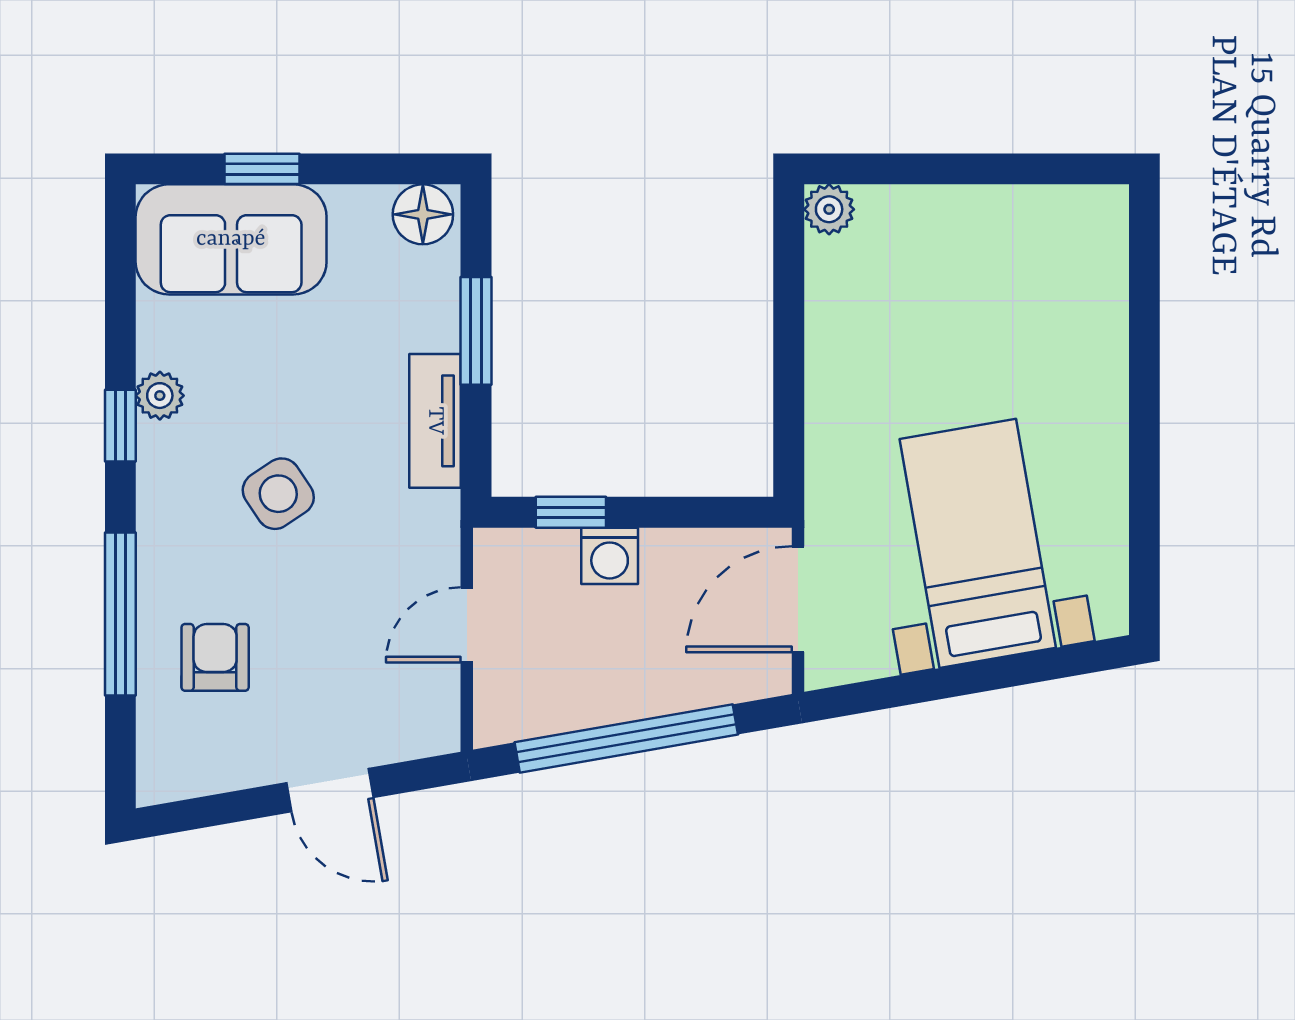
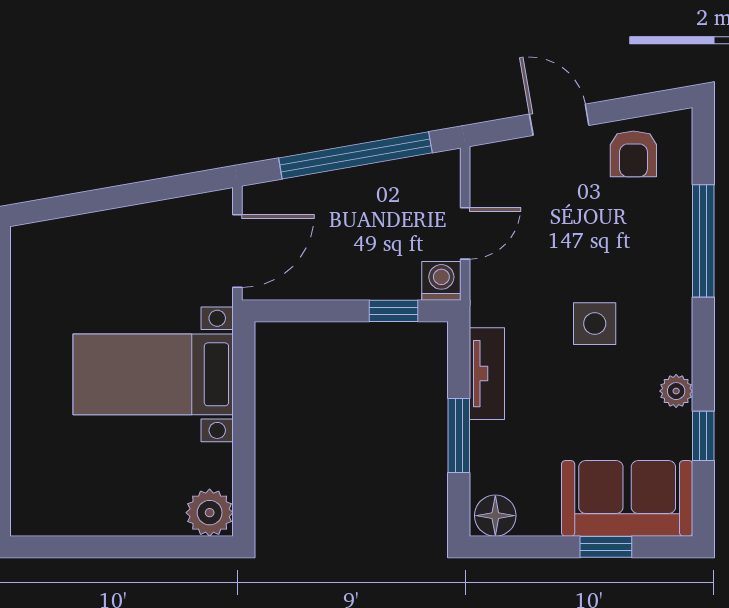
plant: (829, 209) -> (210, 513), width x1.38, depth x1.38
window: (120, 426) -> (703, 436), moved
side table: (278, 494) -> (595, 324), turned 34
bed with nightstands: (978, 543) -> (153, 374), moved, turned 100
washing machine: (610, 556) -> (441, 281), moved
armchair: (215, 657) -> (633, 154), moved

